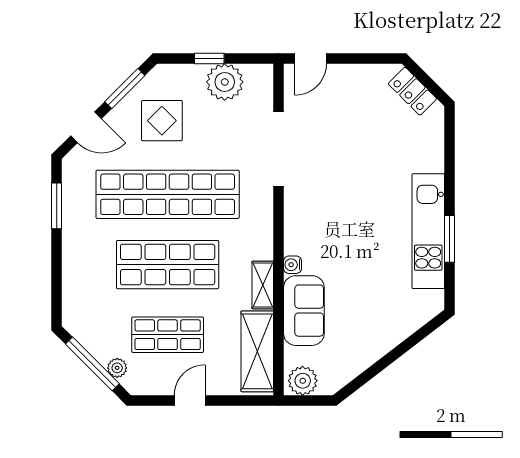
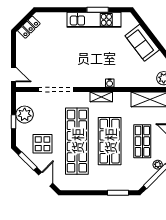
window: (57, 206) -> (118, 193), moved
shelving: (263, 285) -> (101, 97), moved
sofa: (304, 311) -> (142, 43), moved, turned -128

